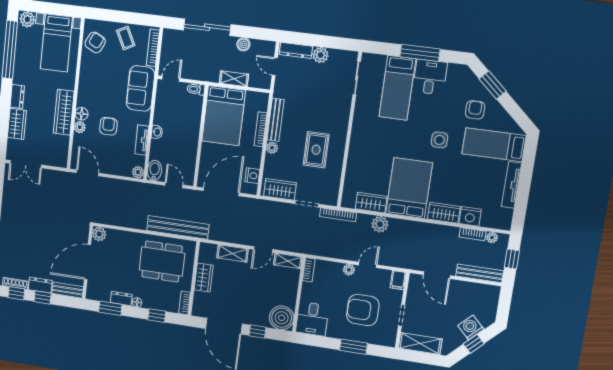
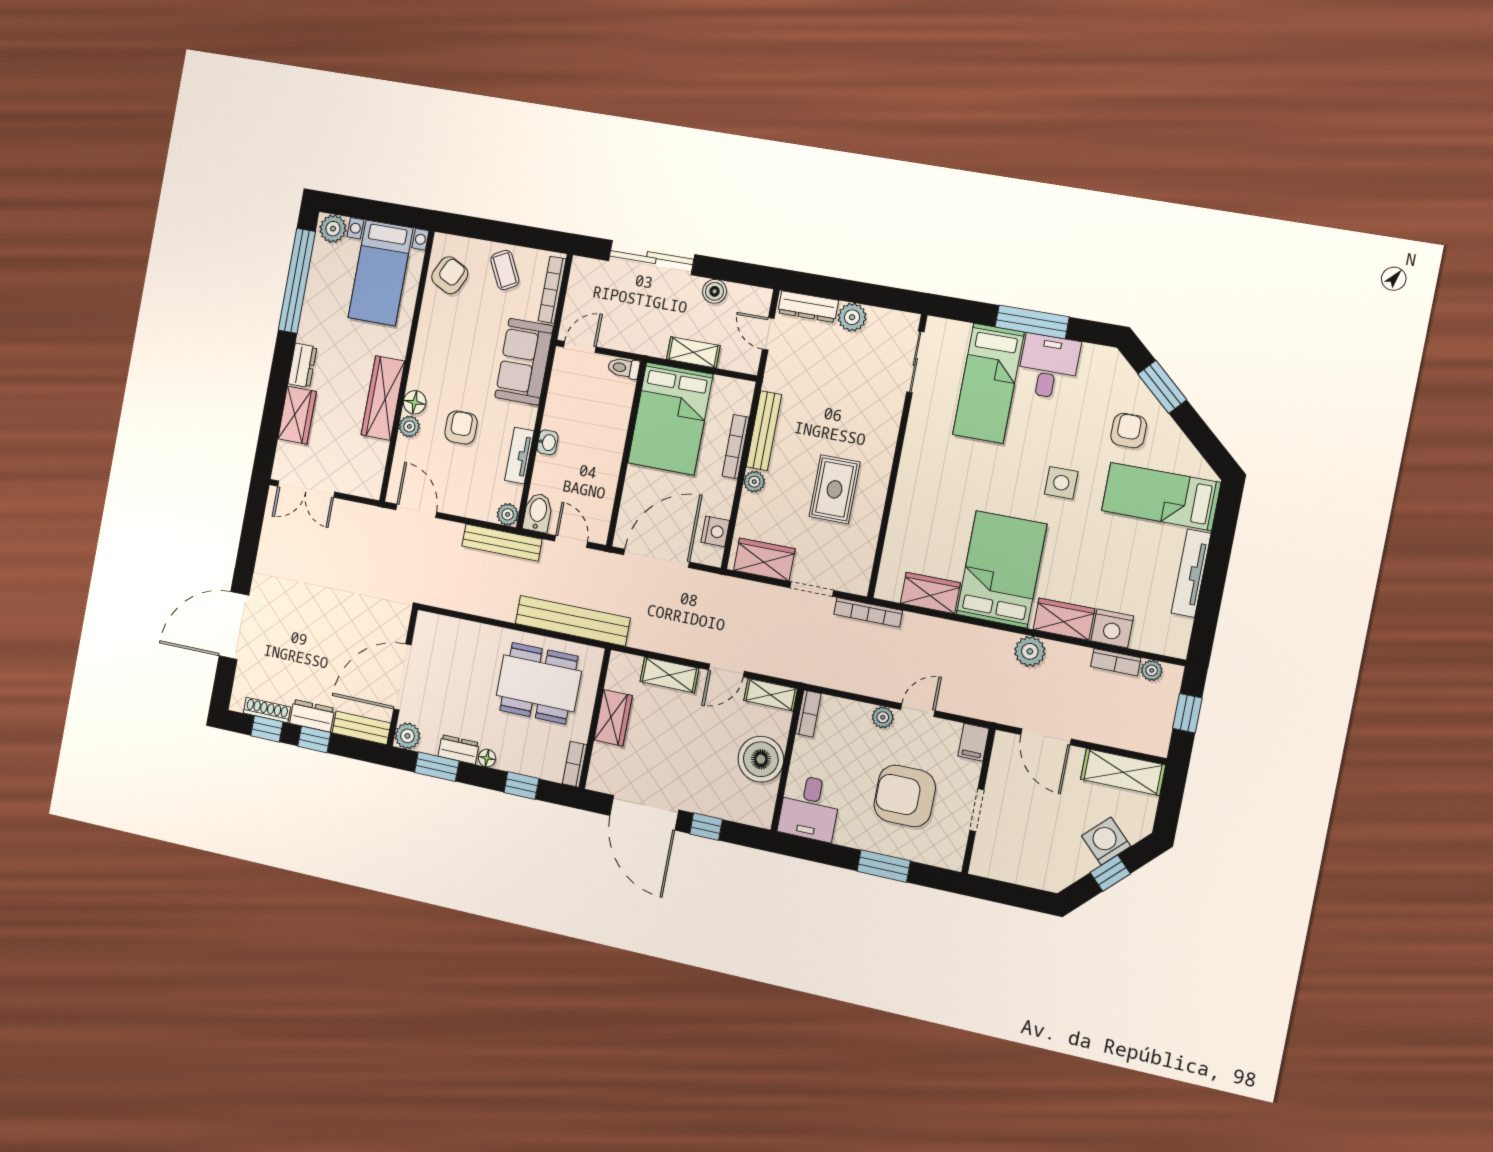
plant: (380, 224) -> (1030, 651), moved
plant: (99, 234) -> (407, 736), moved
bench: (480, 273) -> (502, 543), moved
boiler: (282, 318) -> (761, 759), moved
shelving: (420, 344) -> (1123, 772), moved

